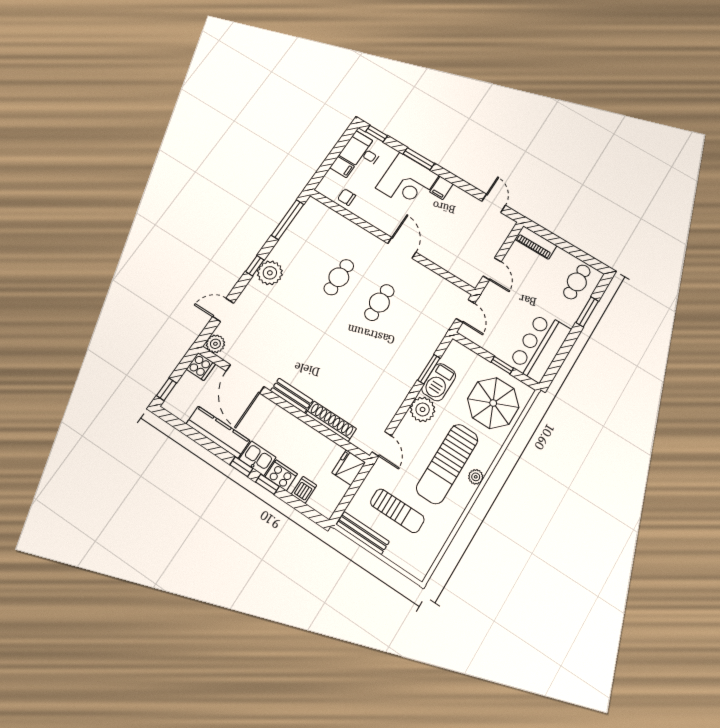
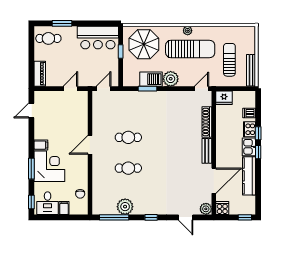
plant: (270, 273) -> (125, 207), moved

